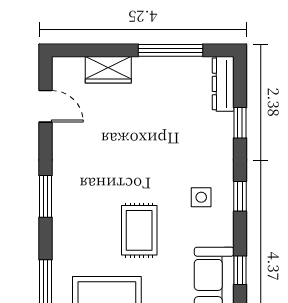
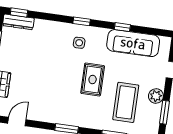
window: (240, 123) -> (19, 13), moved
rug: (139, 230) -> (93, 80), turned 90

